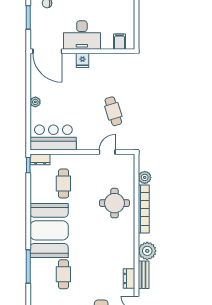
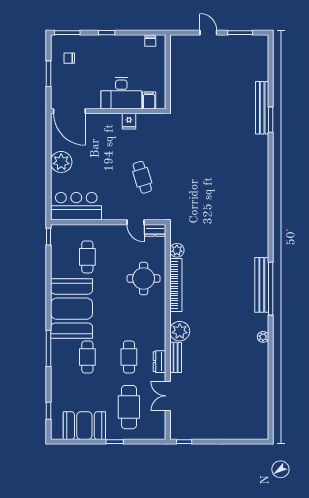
desk: (82, 35) -> (121, 93), moved
fridge: (83, 60) -> (129, 121), moved
plant: (35, 102) -> (61, 162), width x1.88, depth x1.88
door: (107, 152) -> (135, 222), swing flipped
dresser: (40, 159) -> (155, 230), moved
cafe table: (101, 274) -> (129, 357), added

